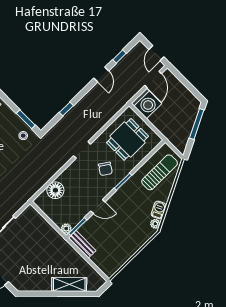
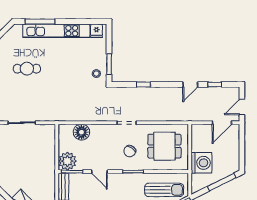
washing machine: (147, 103) -> (201, 163), moved, turned -90
plant: (66, 229) -> (67, 161), width x1.88, depth x1.88

